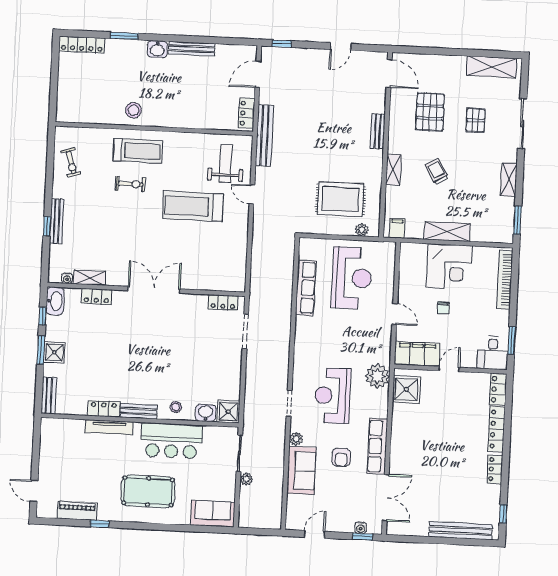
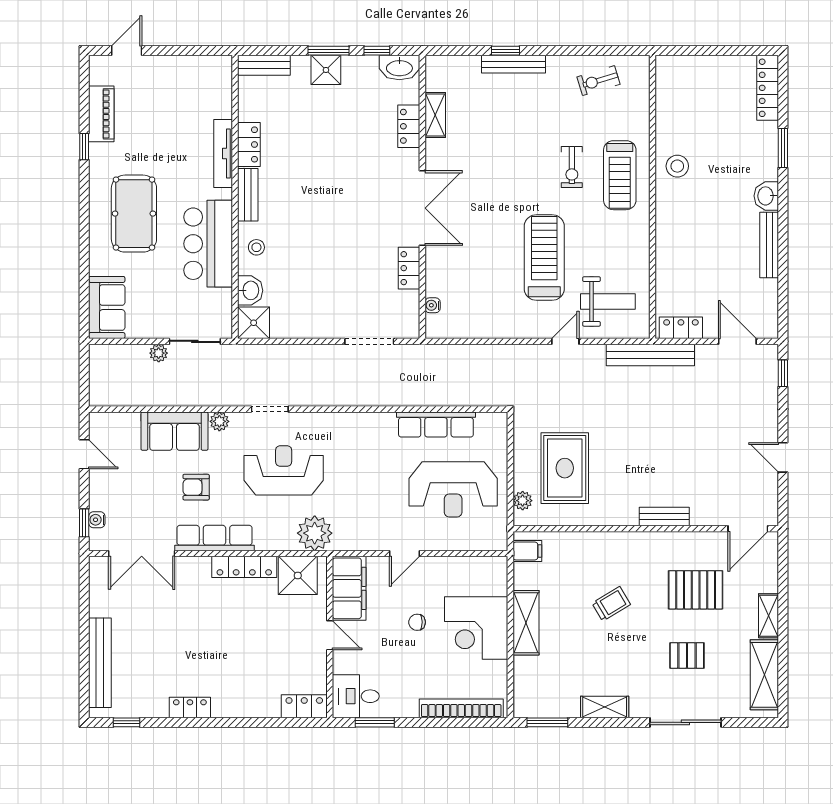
shelving: (393, 170) -> (768, 616), moved, turned 90
water cooler: (67, 278) -> (433, 305), moved
locker: (223, 302) -> (409, 268), moved
locker: (497, 429) -> (244, 567), moved, turned 180

